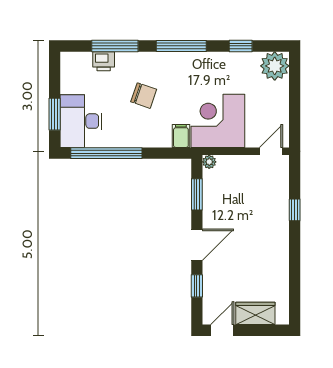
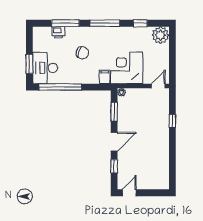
wardrobe: (255, 313) -> (149, 183), removed

